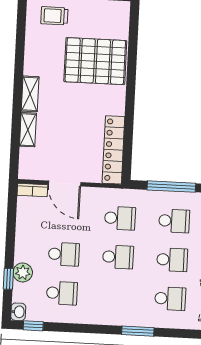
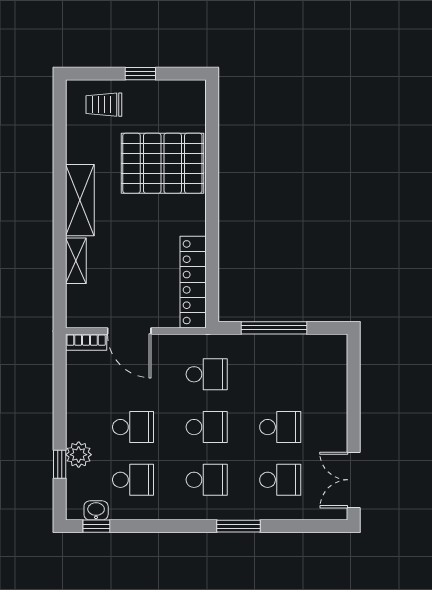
shelving: (30, 94) -> (80, 200), width x1.50, depth x1.33
school desk: (174, 221) -> (207, 480), moved
washbasin: (18, 312) -> (96, 510), moved, turned -90

